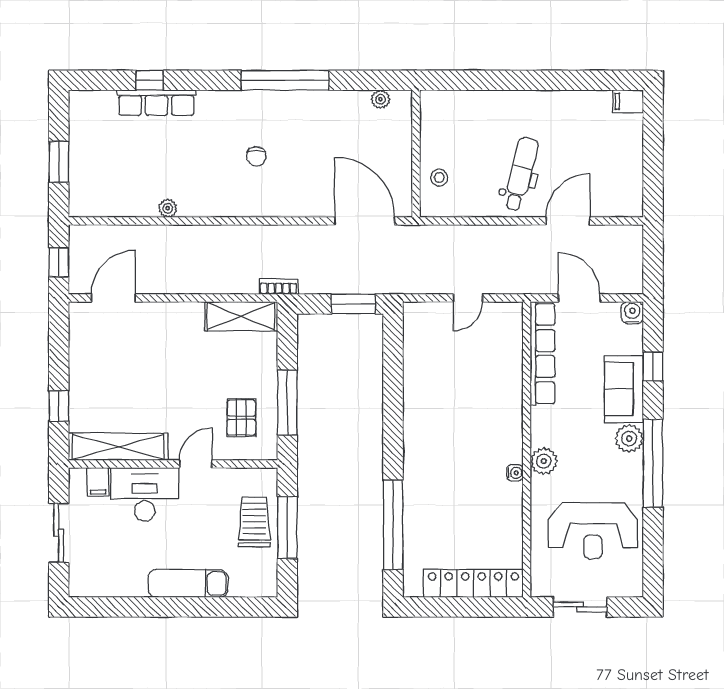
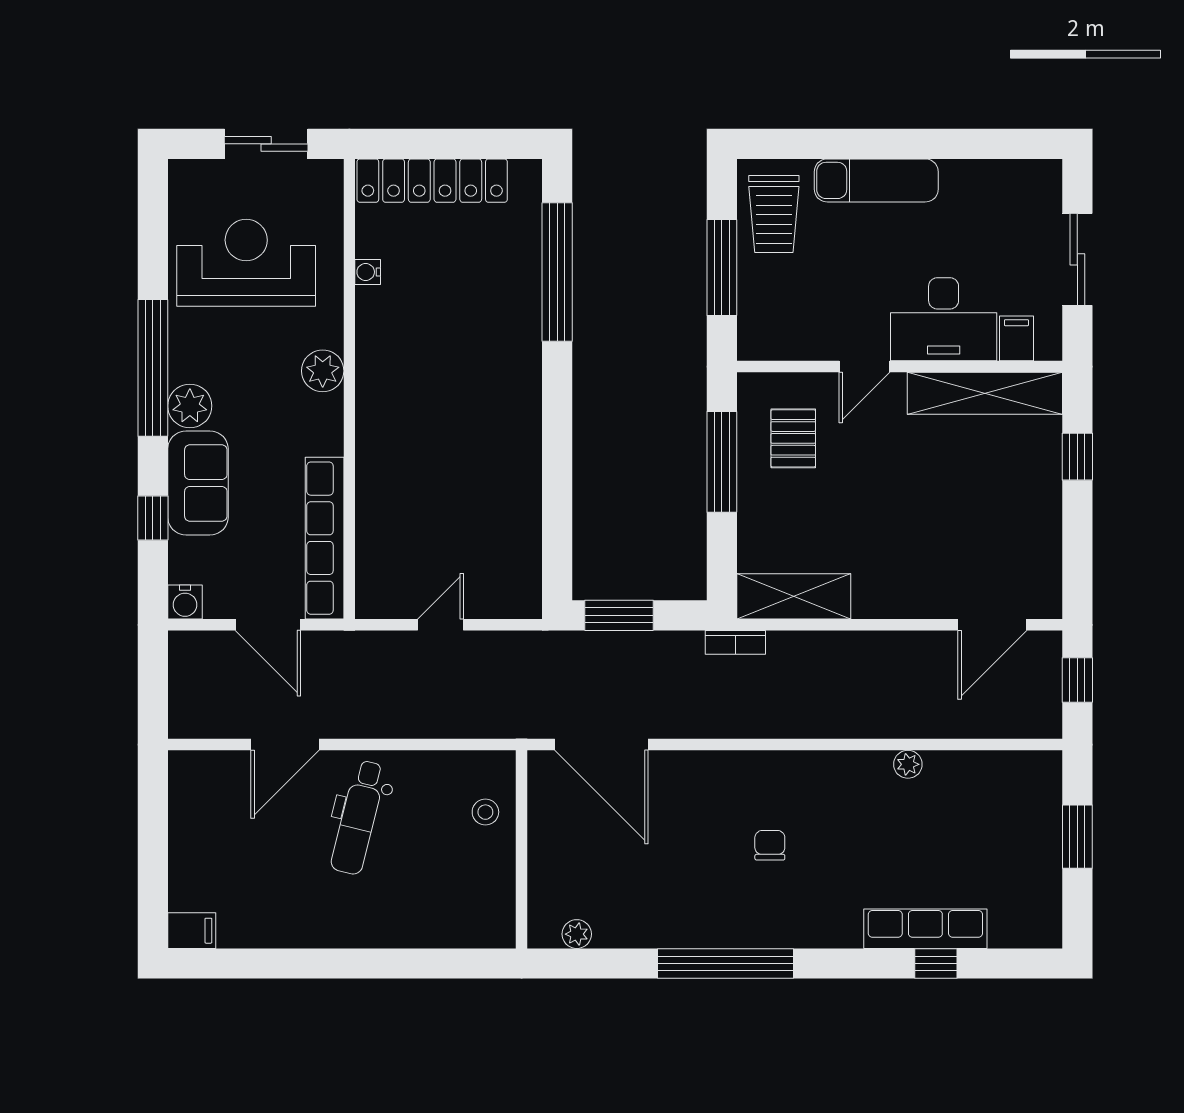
water cooler: (515, 473) -> (368, 272), moved
trolley: (254, 522) -> (774, 214), moved

